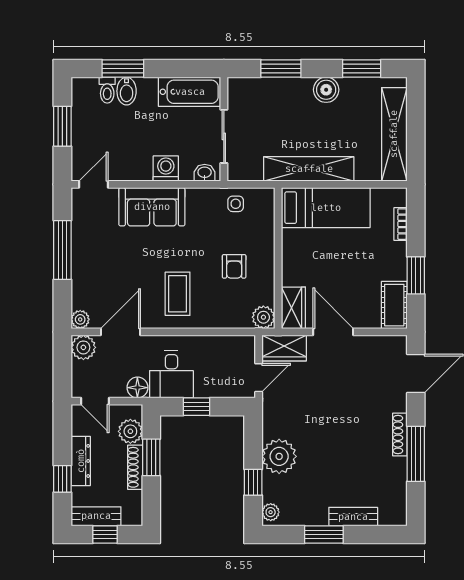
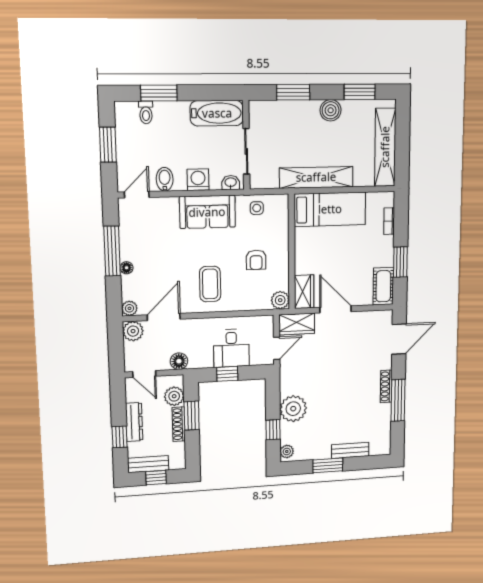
bidet: (127, 91) -> (165, 179), moved, turned 180
sofa: (152, 207) -> (207, 212), moved
floor lamp: (78, 270) -> (127, 268), added
desk: (171, 374) -> (231, 348), moved

